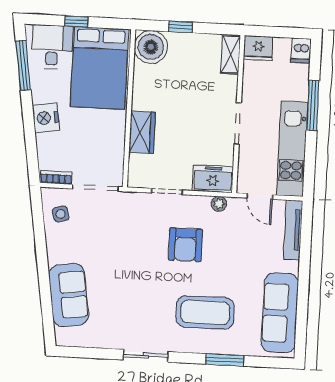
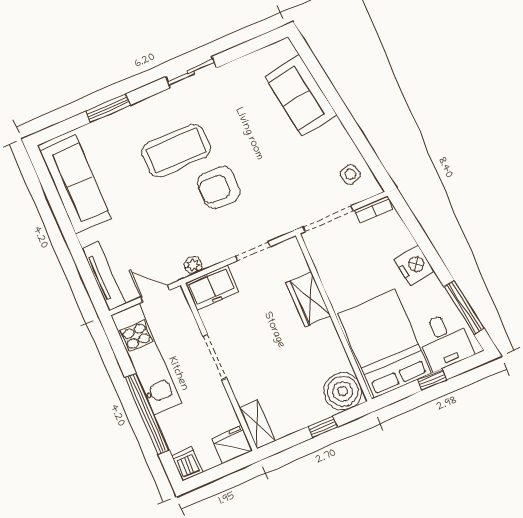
window: (313, 105) -> (147, 414), width x1.46
armchair: (185, 245) -> (219, 187), moved, turned -90
coffee table: (205, 312) -> (176, 151), moved

